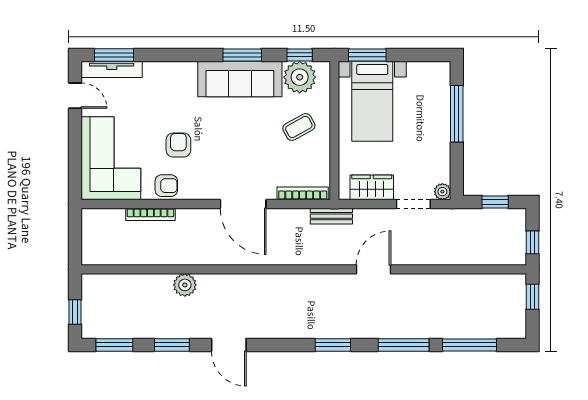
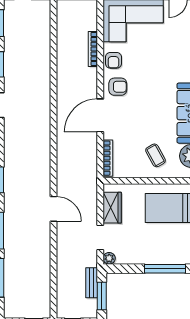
armchair: (178, 145) -> (118, 87), moved
window: (495, 202) -> (102, 296), width x1.50
bench: (331, 216) -> (92, 283), moved
plant: (185, 285) -> (42, 74), removed

